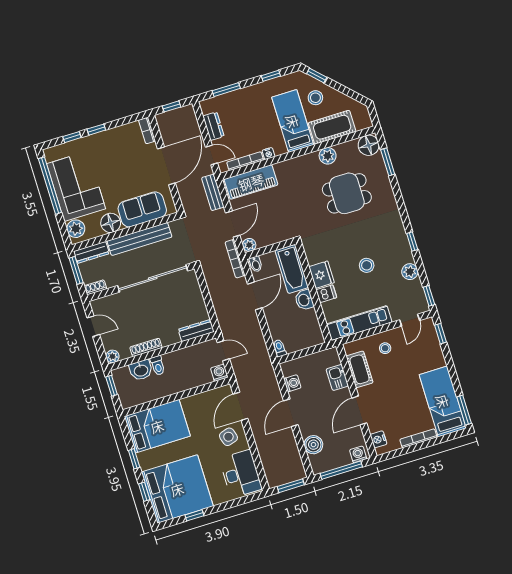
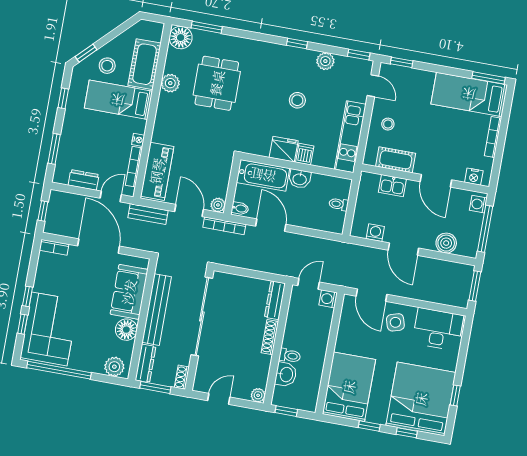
corner sofa: (76, 186) -> (49, 329), moved, turned 90
shoe rack: (146, 347) -> (270, 337), moved
toilet: (280, 348) -> (339, 204), moved

